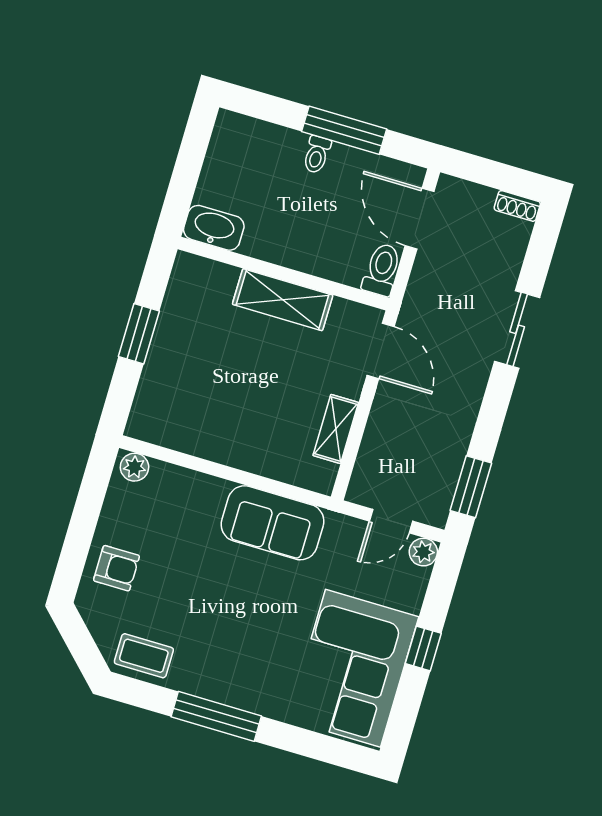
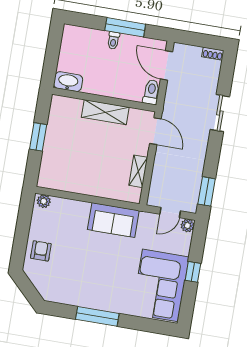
armchair: (116, 568) -> (41, 251), turned -90
coffee table: (144, 656) -> (59, 291), removed

